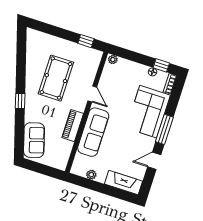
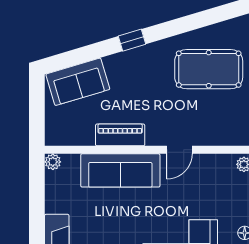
pool table: (56, 78) -> (209, 69), moved
plant: (91, 175) -> (53, 162), moved

